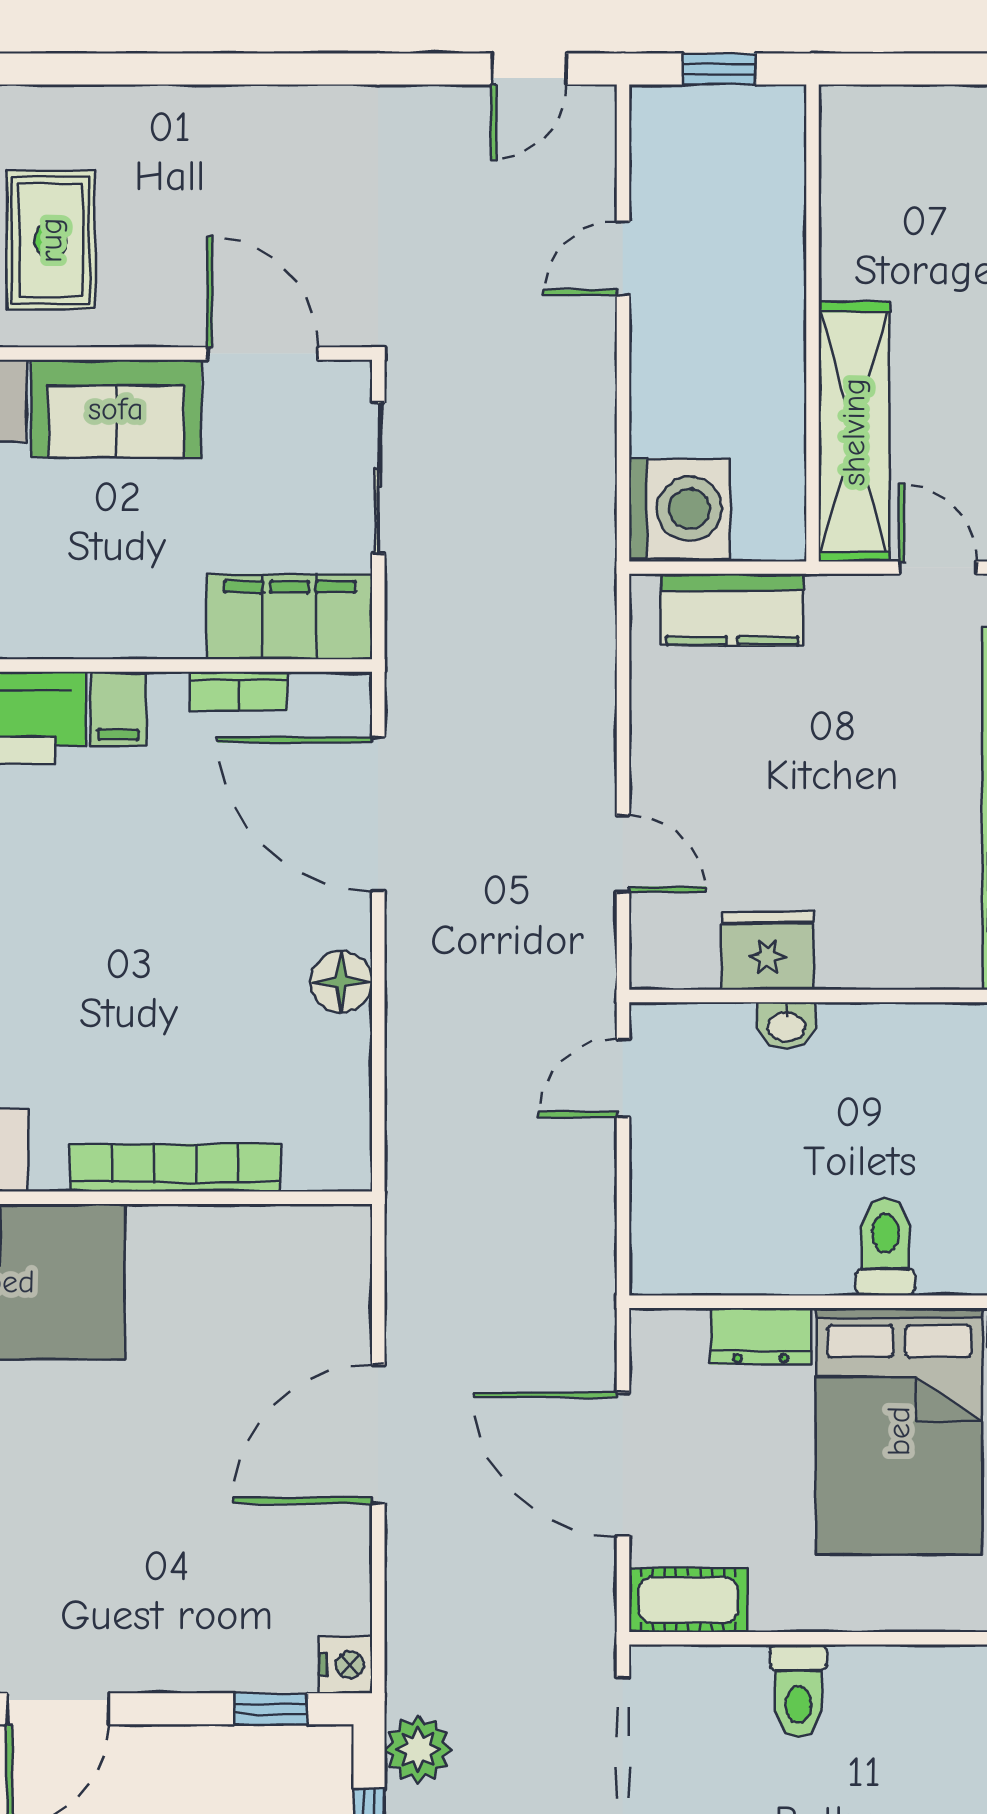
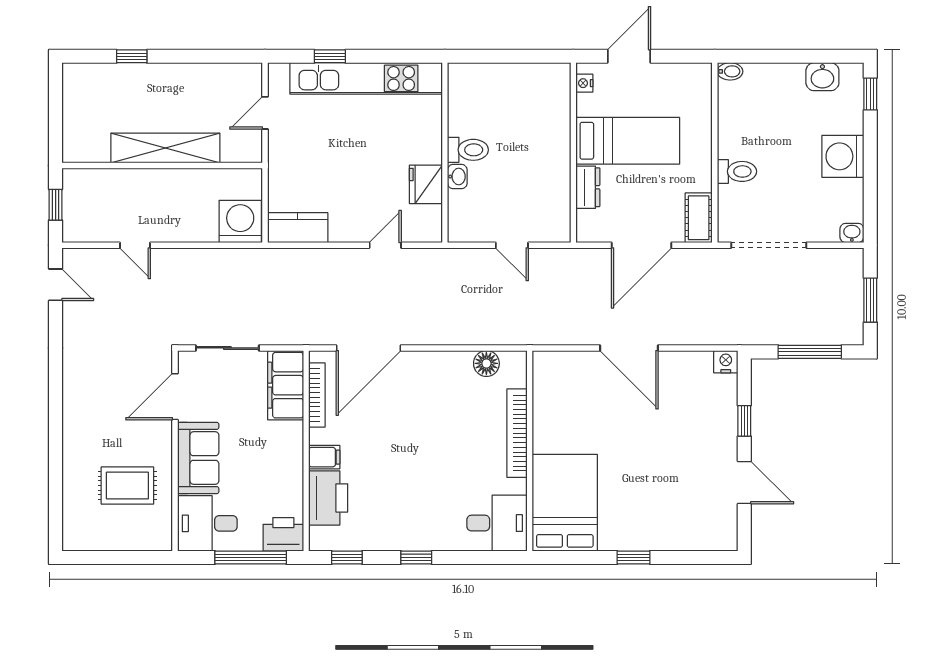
shelving: (854, 432) -> (165, 148), moved
kitchen counter: (732, 609) -> (298, 228), moved, turned -90
bookcase: (239, 691) -> (317, 395), width x1.56
floor lamp: (341, 982) -> (486, 363), moved
door: (623, 1078) -> (512, 245), moved
toilet: (885, 1247) -> (468, 150), moved, turned 180
bed: (899, 1431) -> (628, 141), width x0.67
window: (271, 1709) -> (744, 421), moved
plant: (418, 1749) -> (761, 331), removed

